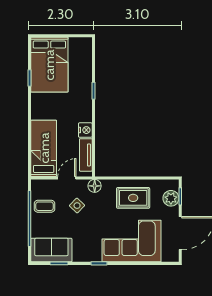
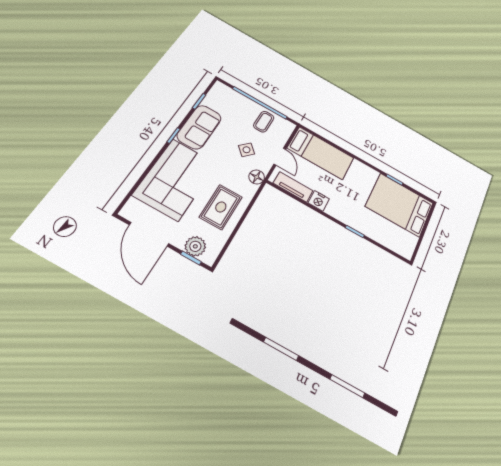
sofa: (51, 250) -> (199, 127), moved

